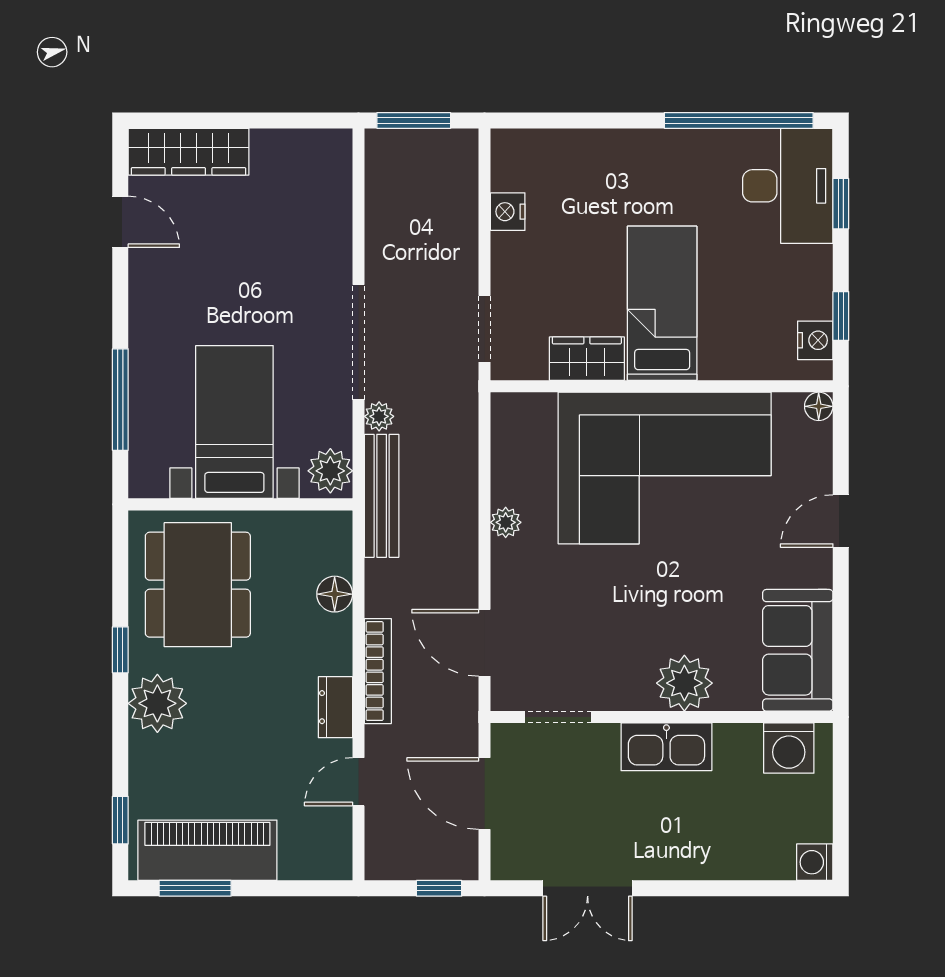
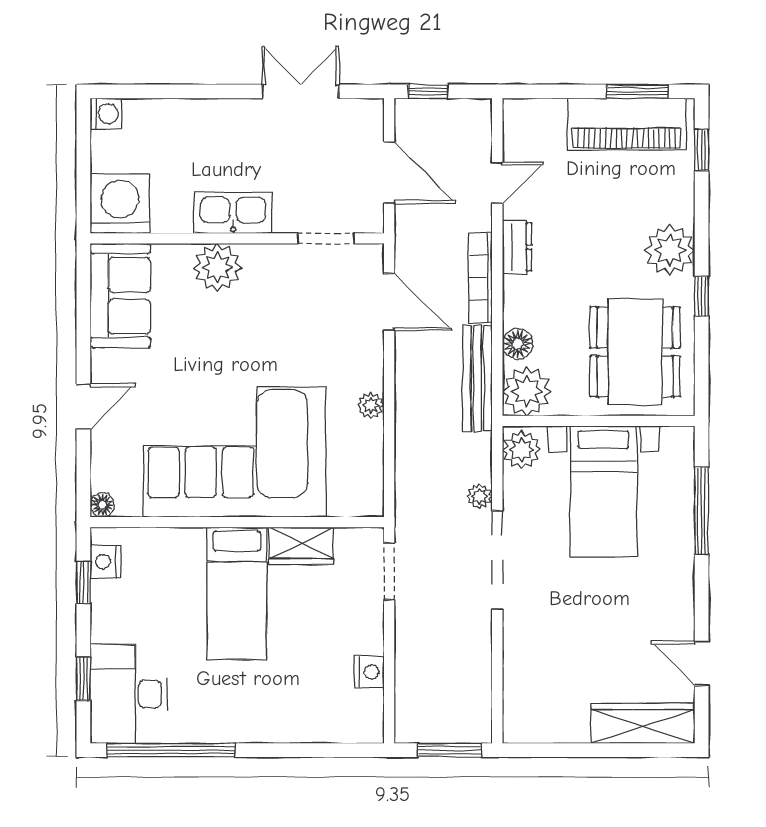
bench: (382, 496) -> (477, 378), moved
plant: (324, 539) -> (527, 391), added
washing machine: (789, 748) -> (120, 204), width x1.37, depth x1.37

